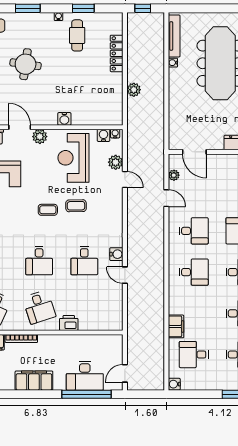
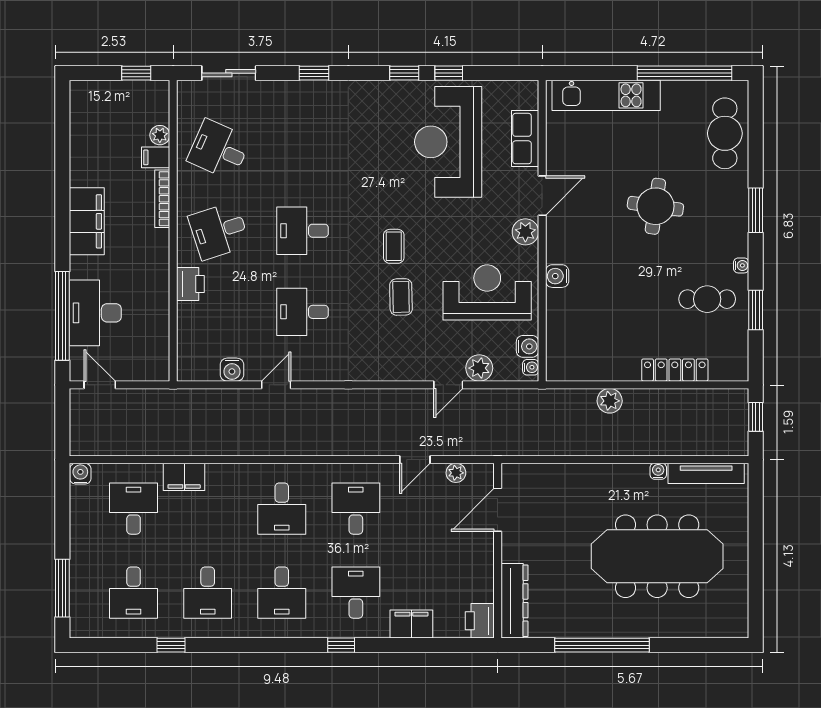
desk: (194, 231) -> (356, 509), turned 180
water cooler: (116, 254) -> (232, 370), moved

